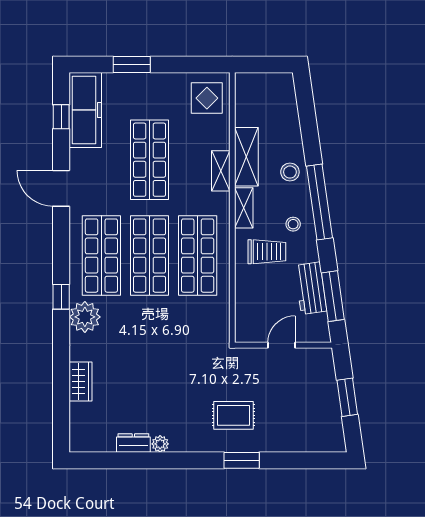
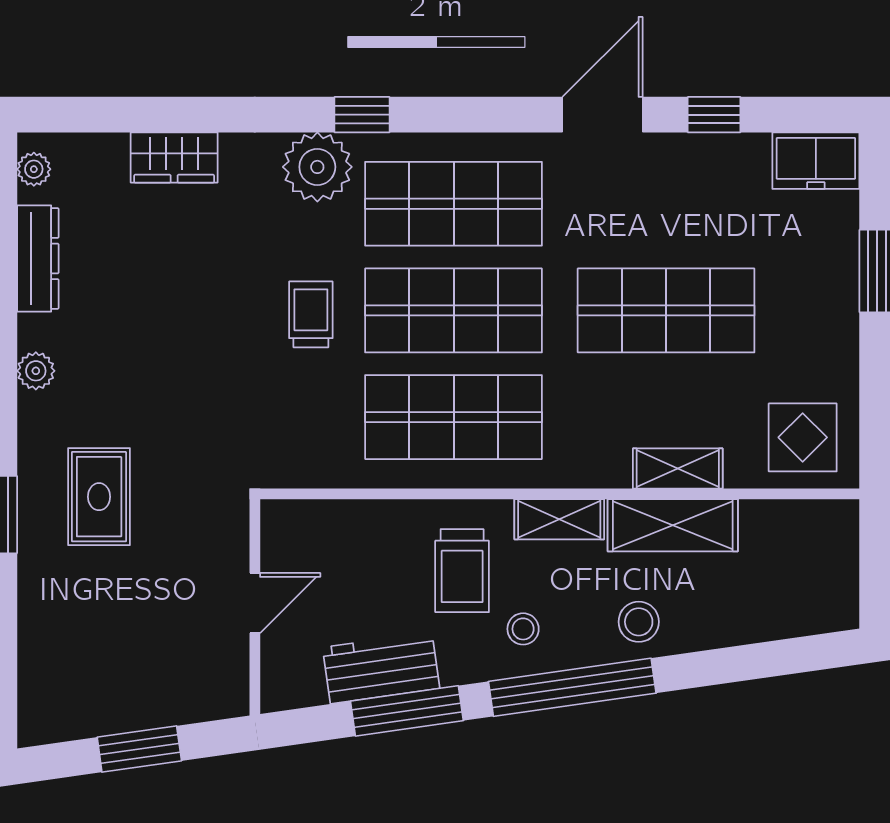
freezer: (85, 110) -> (816, 161), width x0.52, depth x0.79
window: (61, 117) -> (714, 115), moved
shelving: (221, 171) -> (678, 468), moved
window: (333, 296) -> (407, 711), moved
trolley: (151, 320) -> (311, 314), added
door: (281, 345) -> (255, 603), hinge flipped
dresser: (133, 443) -> (38, 258), width x1.44
plant: (160, 444) -> (36, 371), moved
plant: (86, 445) -> (34, 169), added

